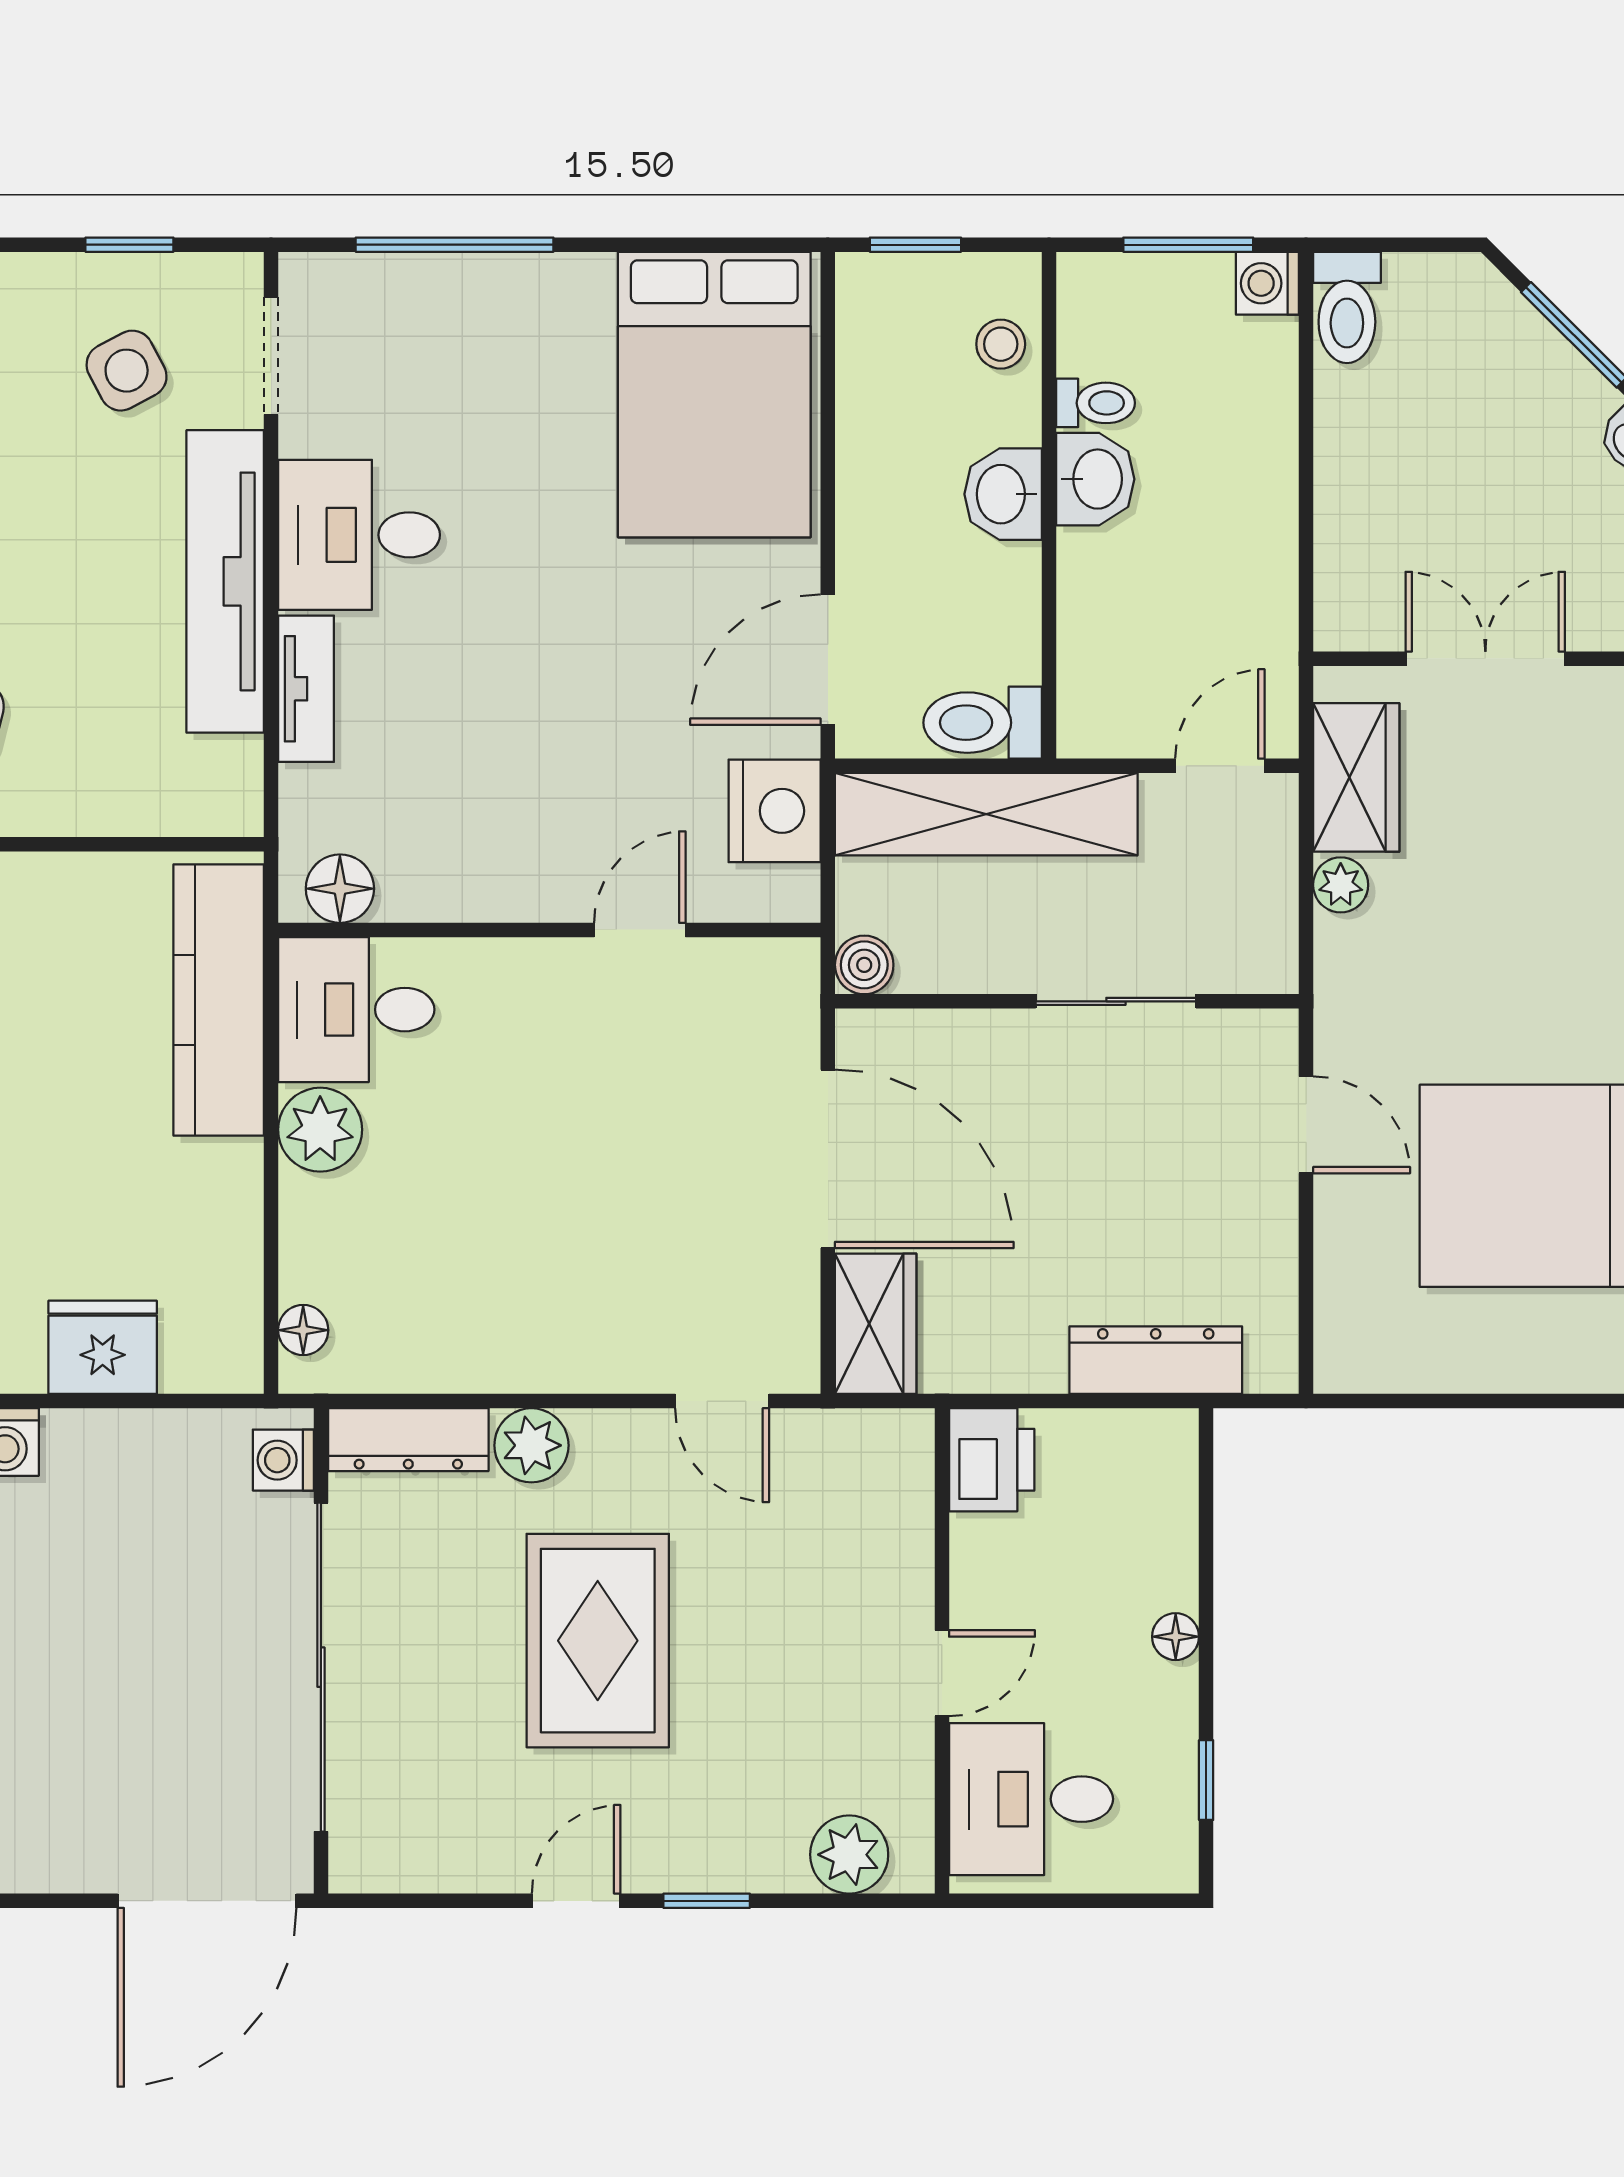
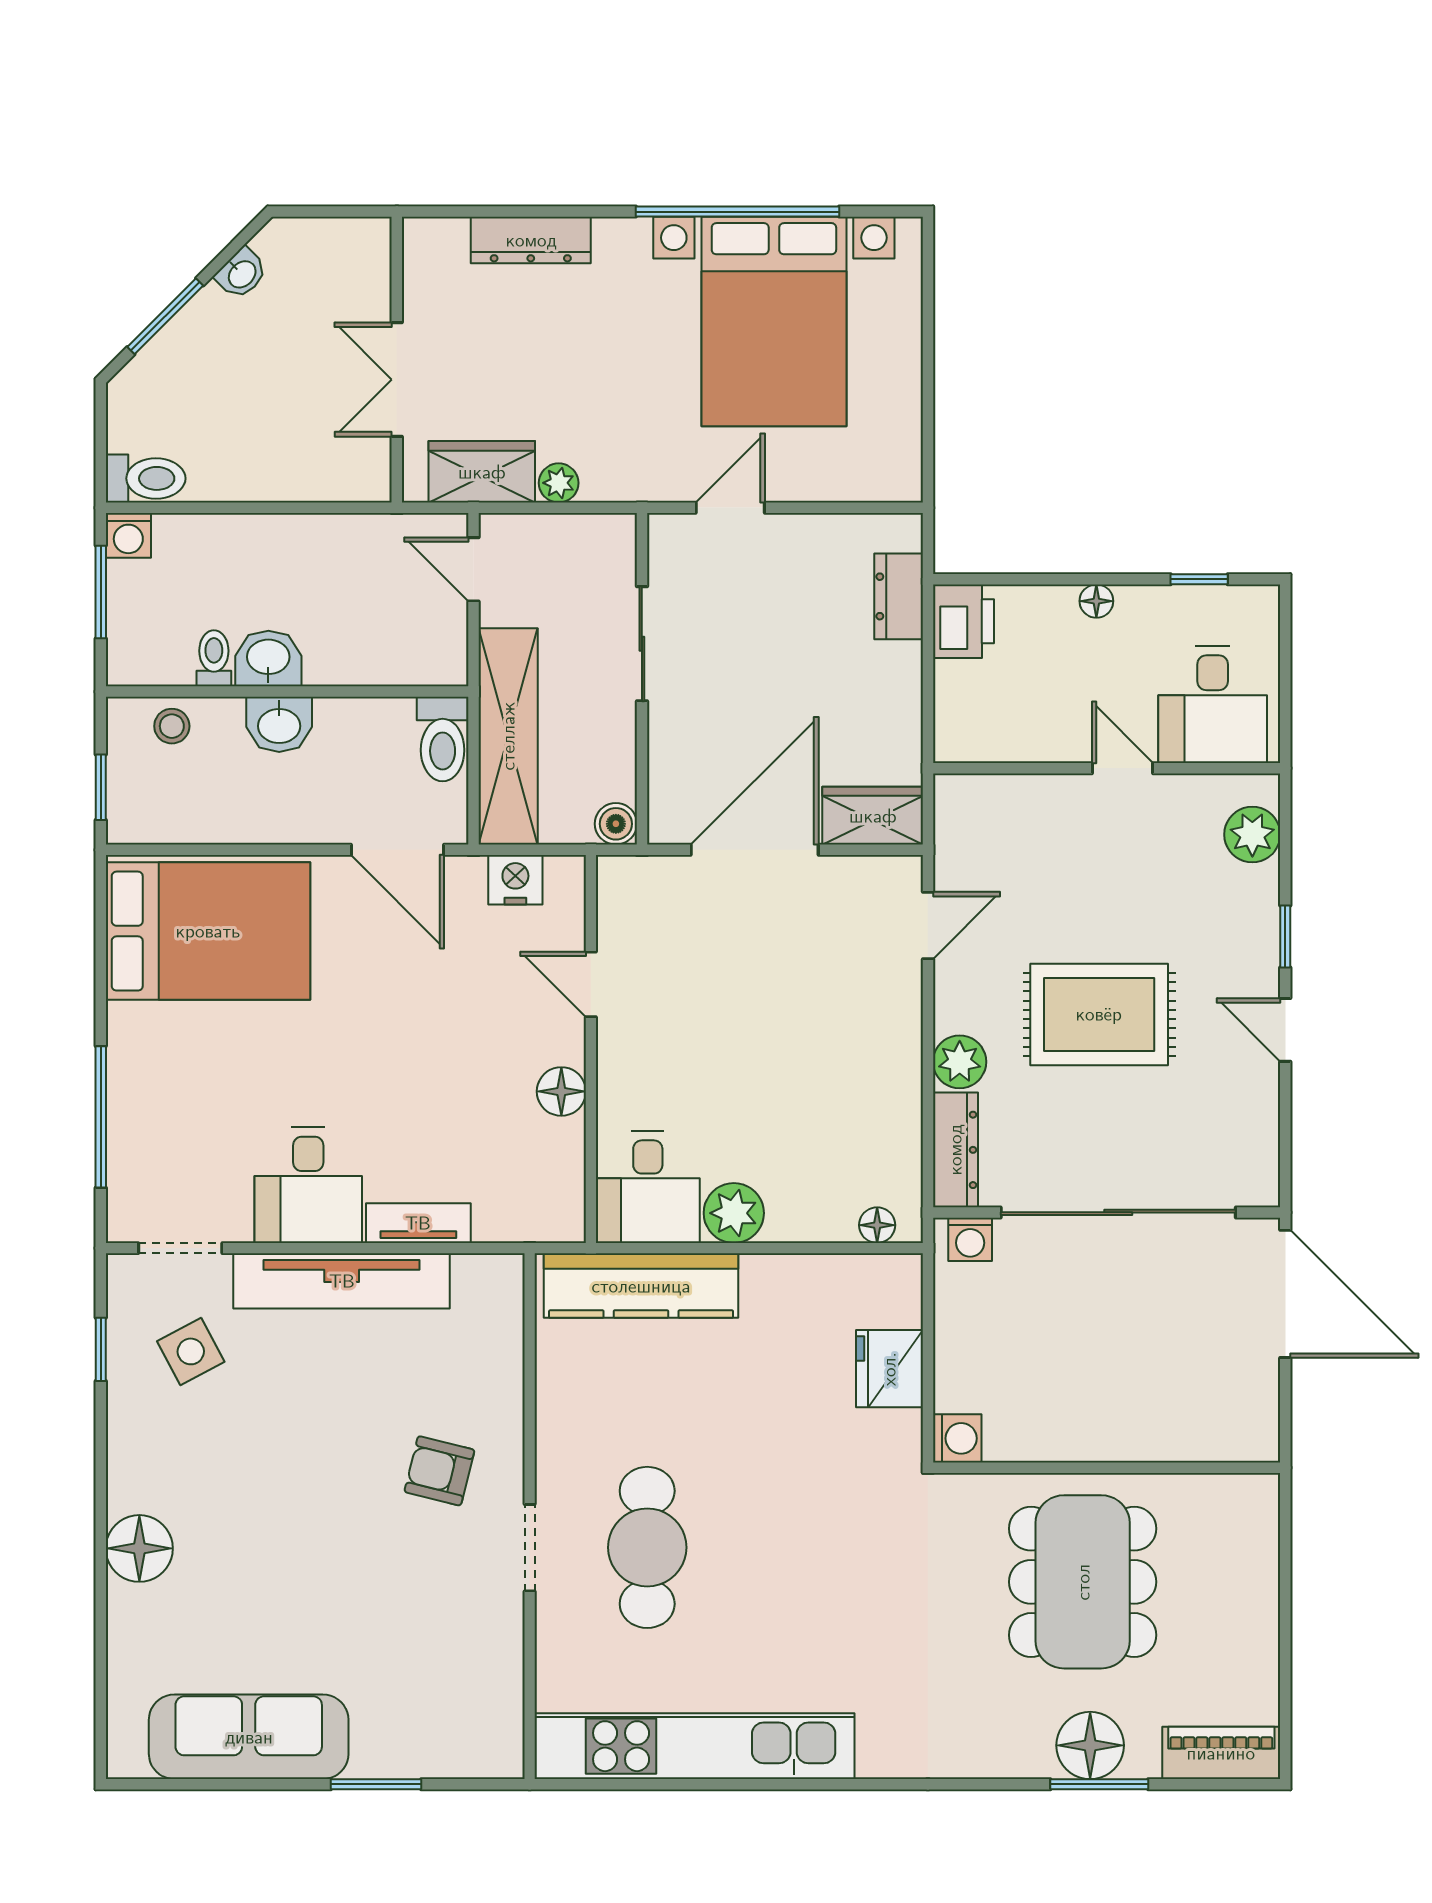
nightstand: (775, 811) -> (515, 880), width x0.74, depth x0.75
floor lamp: (340, 889) -> (561, 1091), moved
dresser: (1156, 1360) -> (899, 596), width x0.70
printer: (992, 1460) -> (963, 621), moved, turned 90

